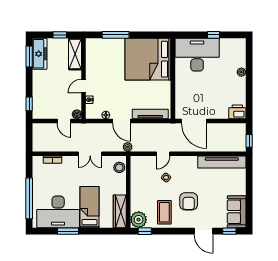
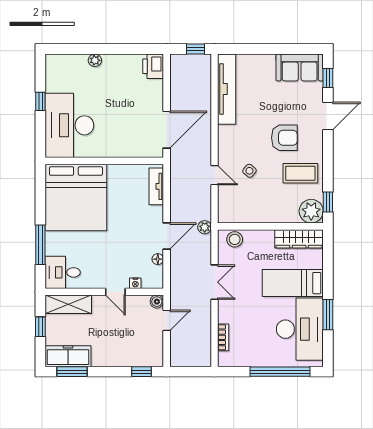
desk: (97, 50) -> (63, 272), added
tv unit: (150, 114) -> (156, 186), width x0.71

